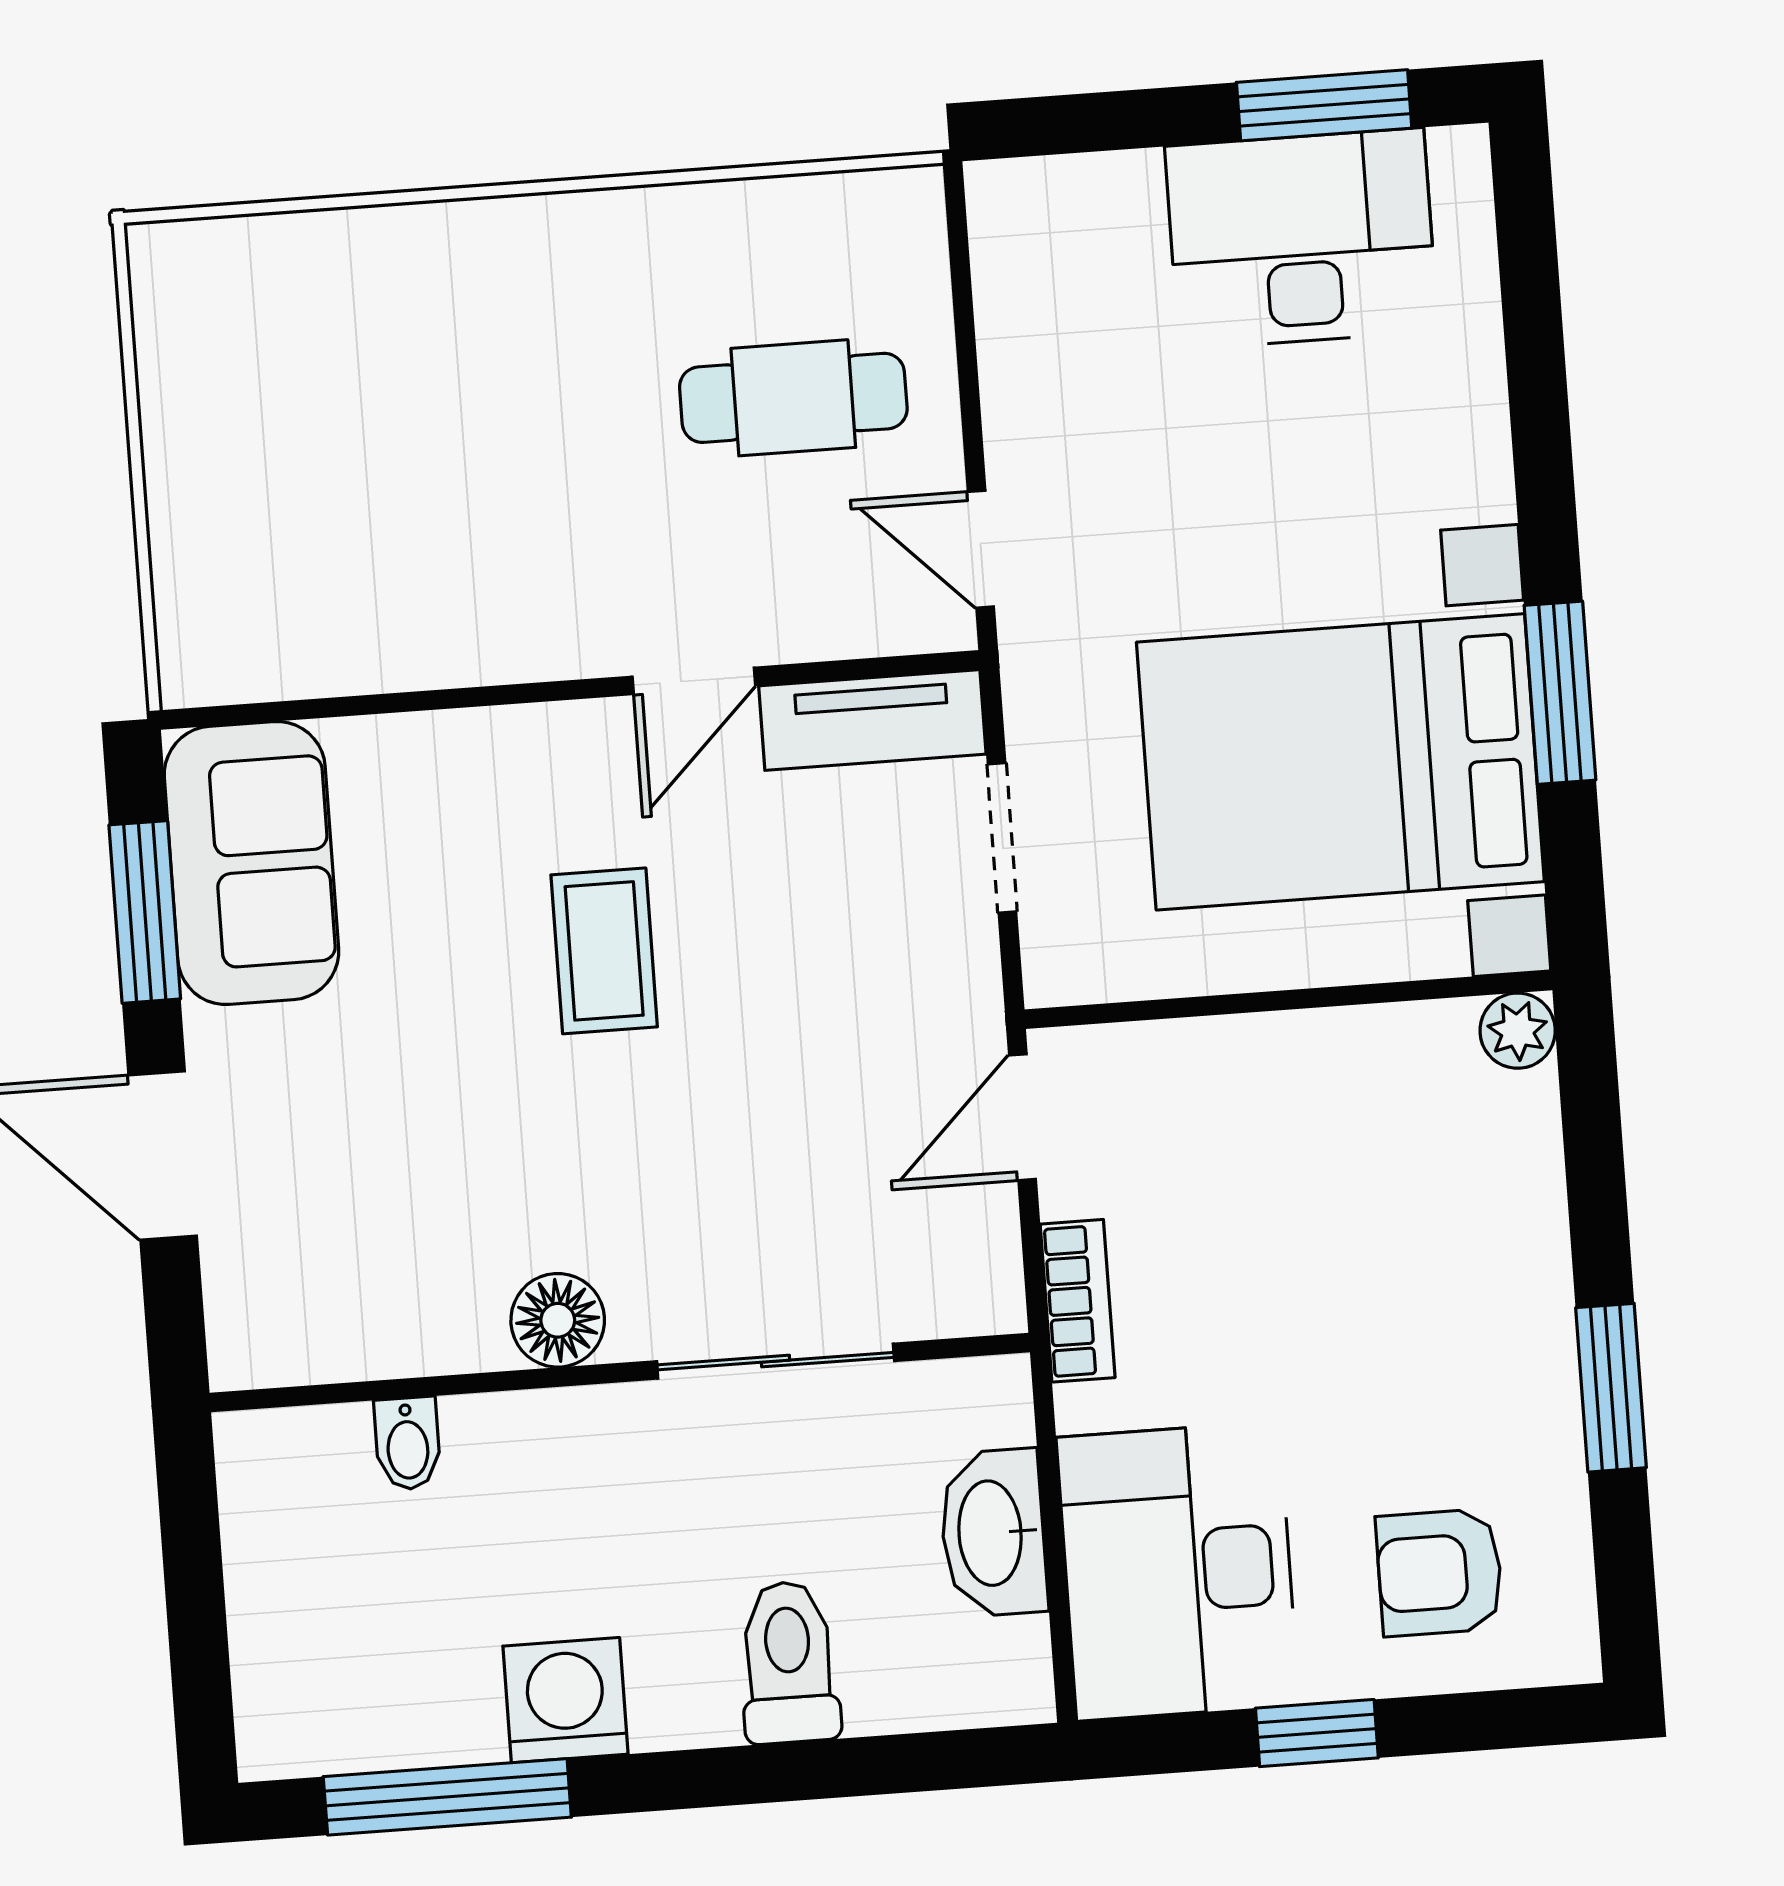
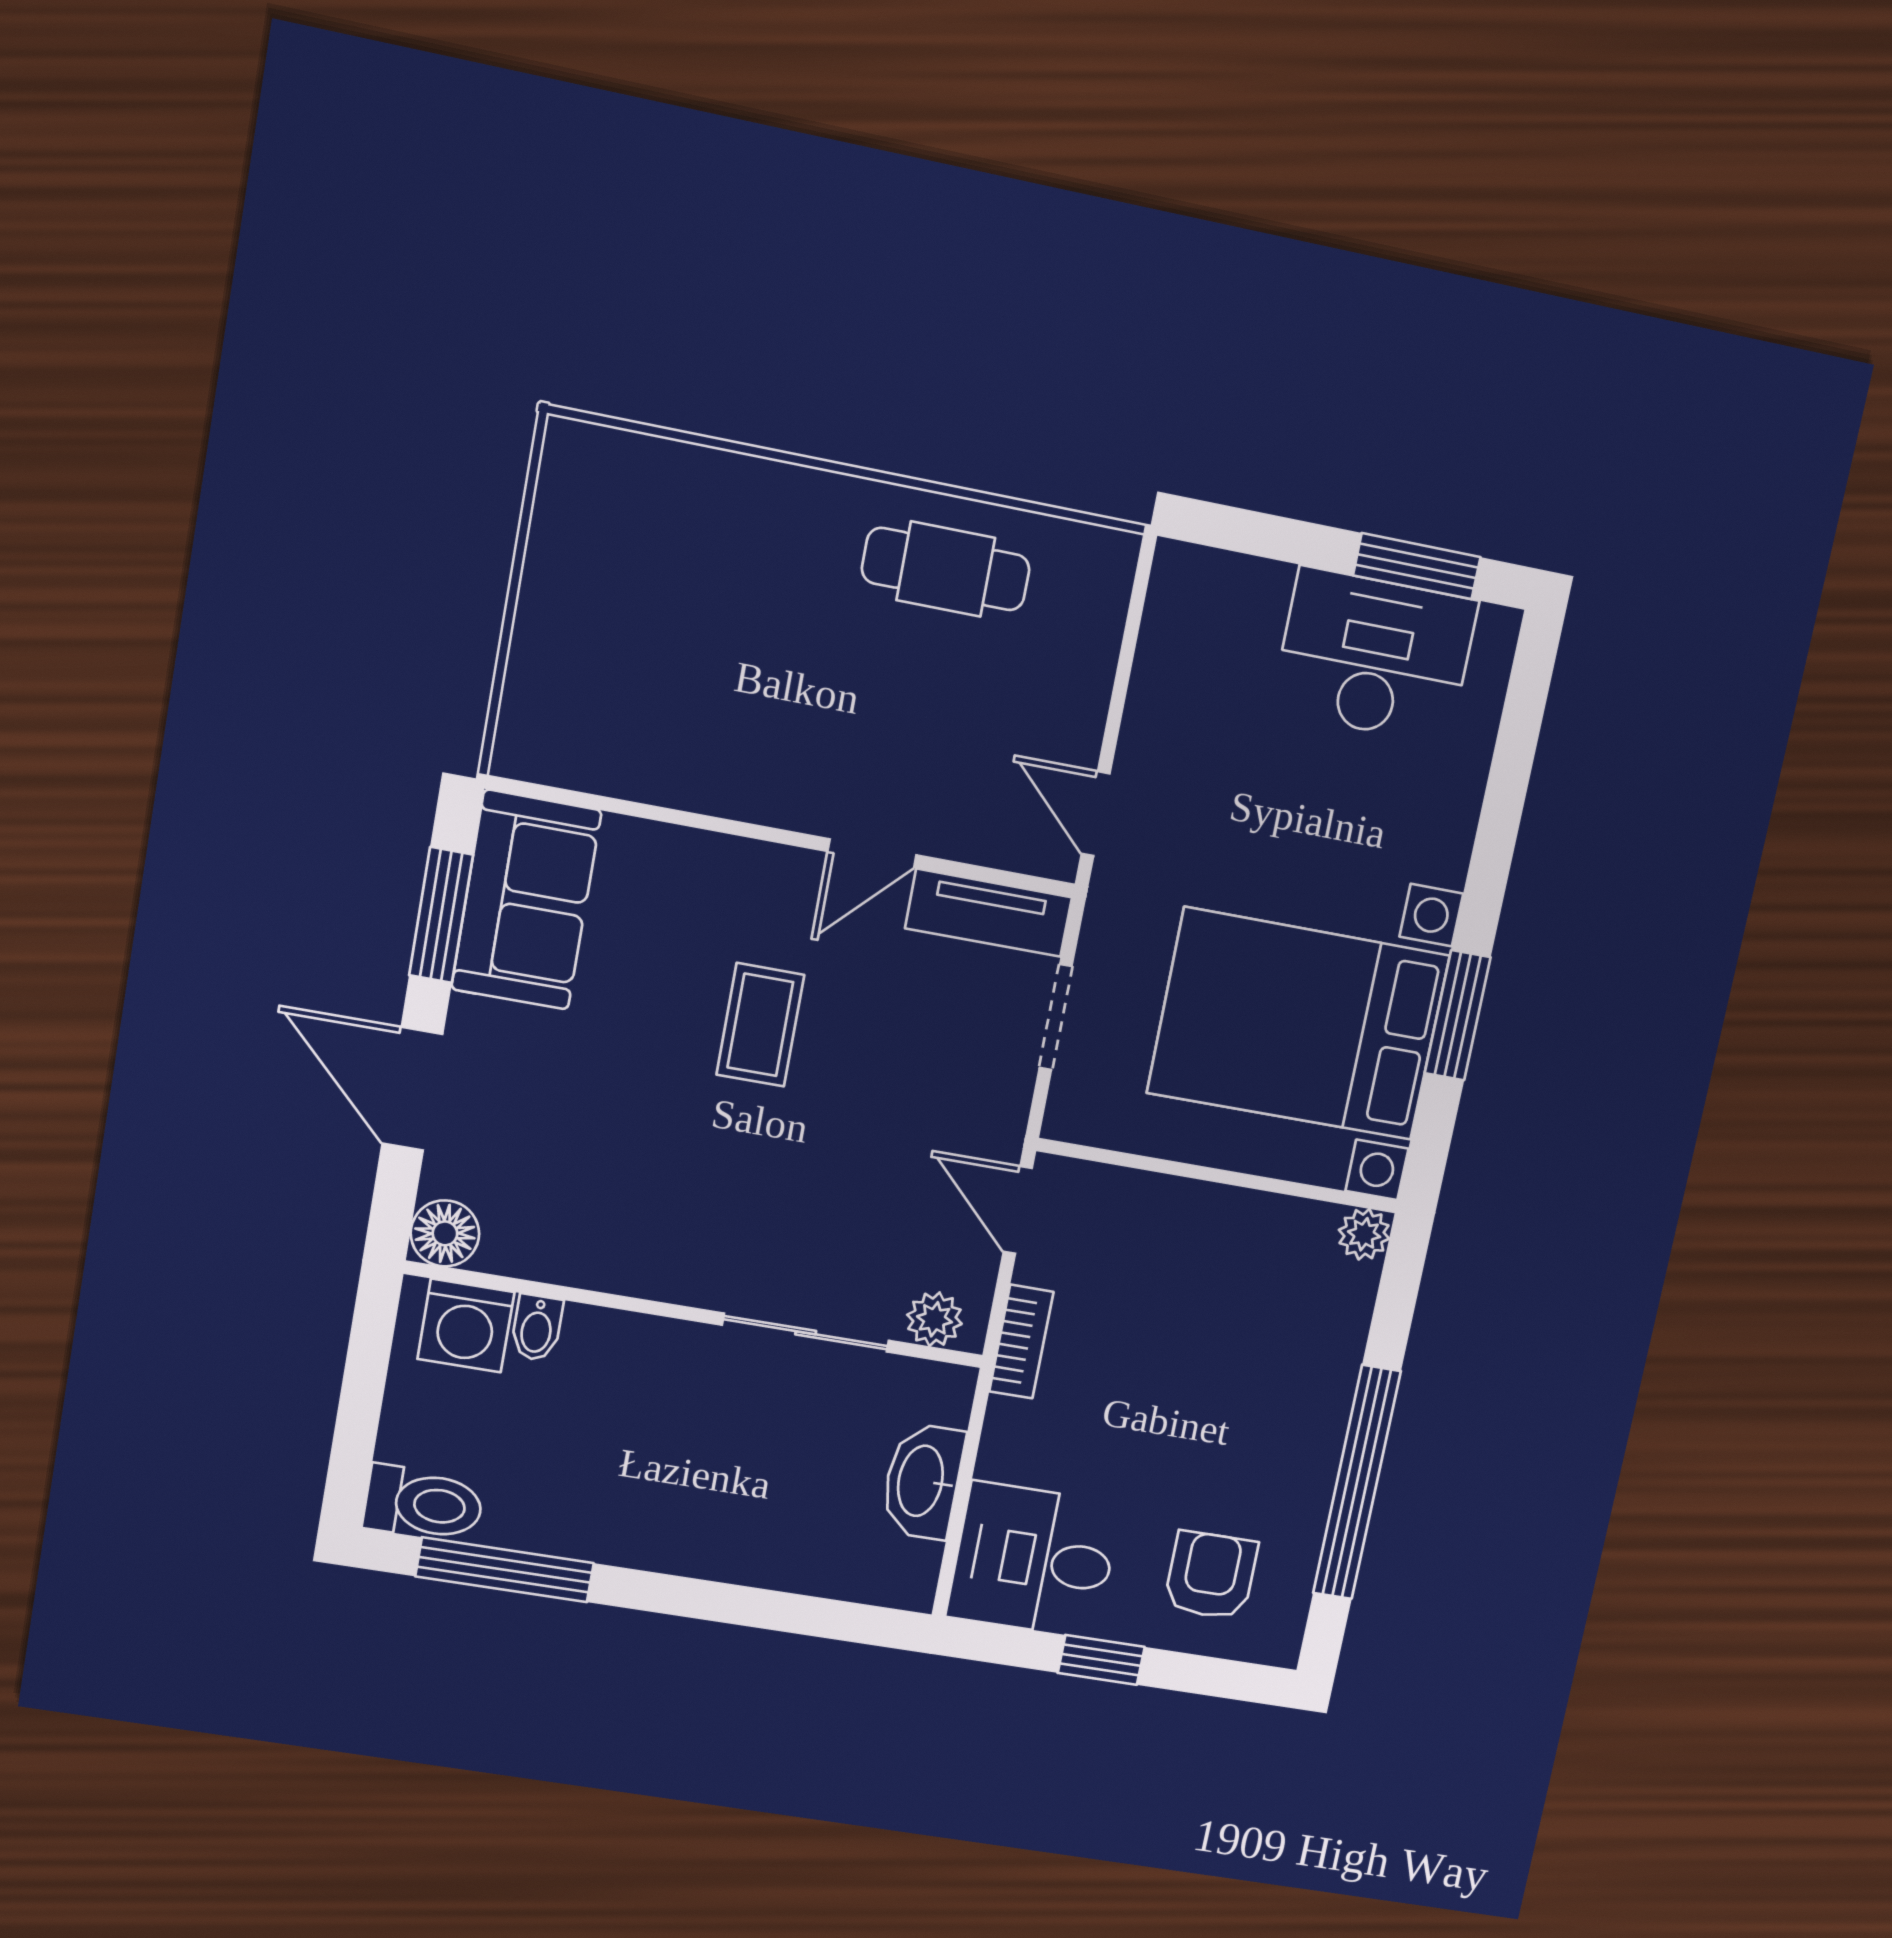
cafe table: (793, 398) -> (946, 569), moved
door: (1023, 1117) -> (1018, 1210), hinge flipped
plant: (948, 1299) -> (934, 1319), added
floor lamp: (558, 1320) -> (445, 1233), moved
window: (1611, 1388) -> (1357, 1482), width x2.11
desk: (1178, 1571) -> (1034, 1560), width x0.73
armchair: (1440, 1572) -> (1211, 1575), turned 90
toilet: (789, 1662) -> (424, 1504), moved, turned 90
washing machine: (566, 1700) -> (466, 1325), moved, turned 180

